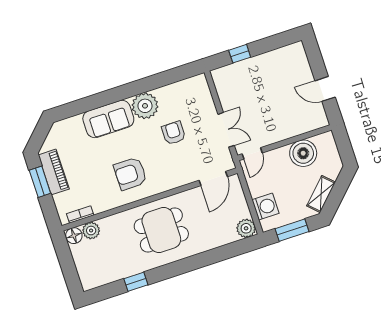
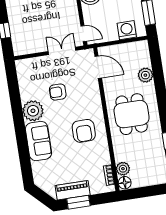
plant: (246, 228) -> (145, 75), moved

